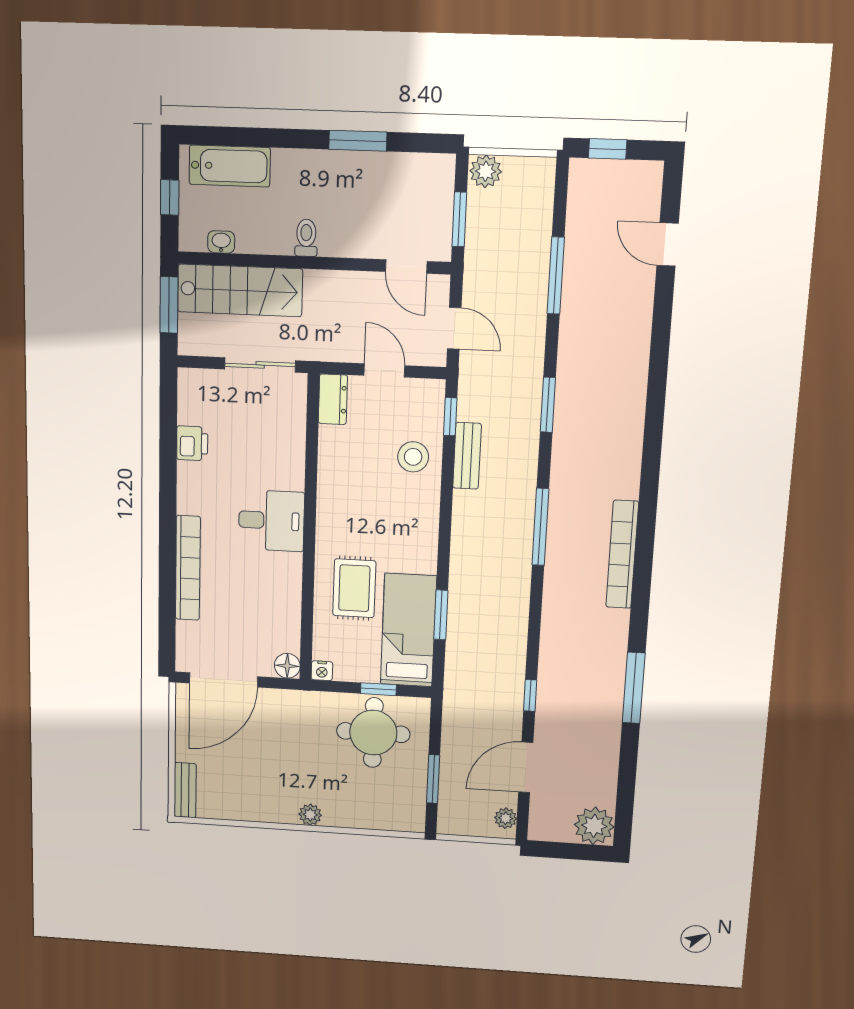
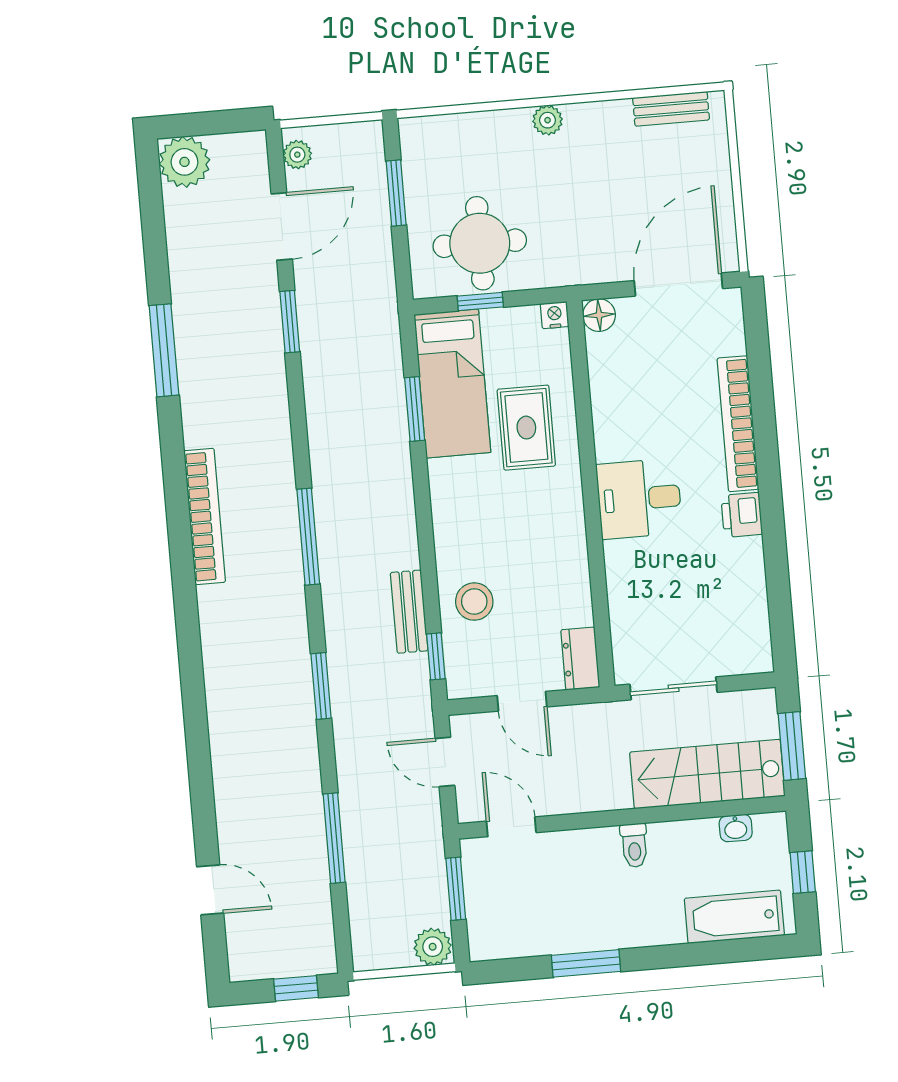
printer: (192, 443) -> (742, 515), moved
window: (530, 695) -> (290, 322), width x1.50
bench: (185, 790) -> (671, 109), moved, turned 90

